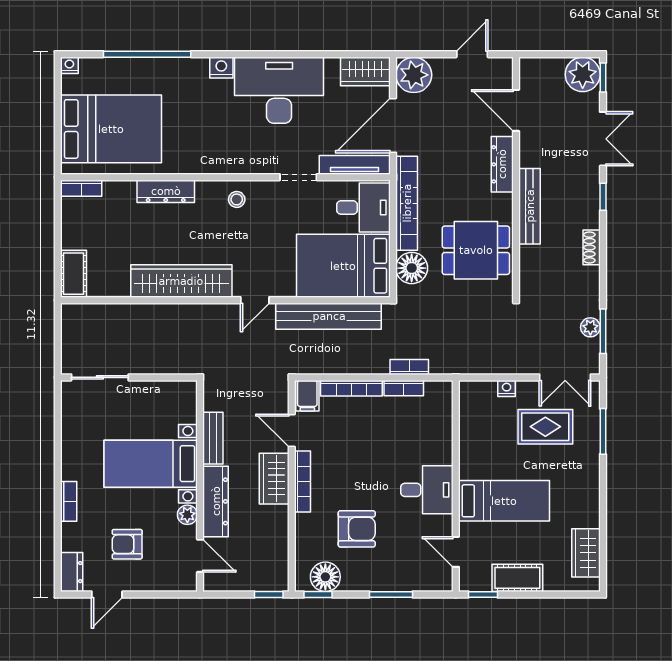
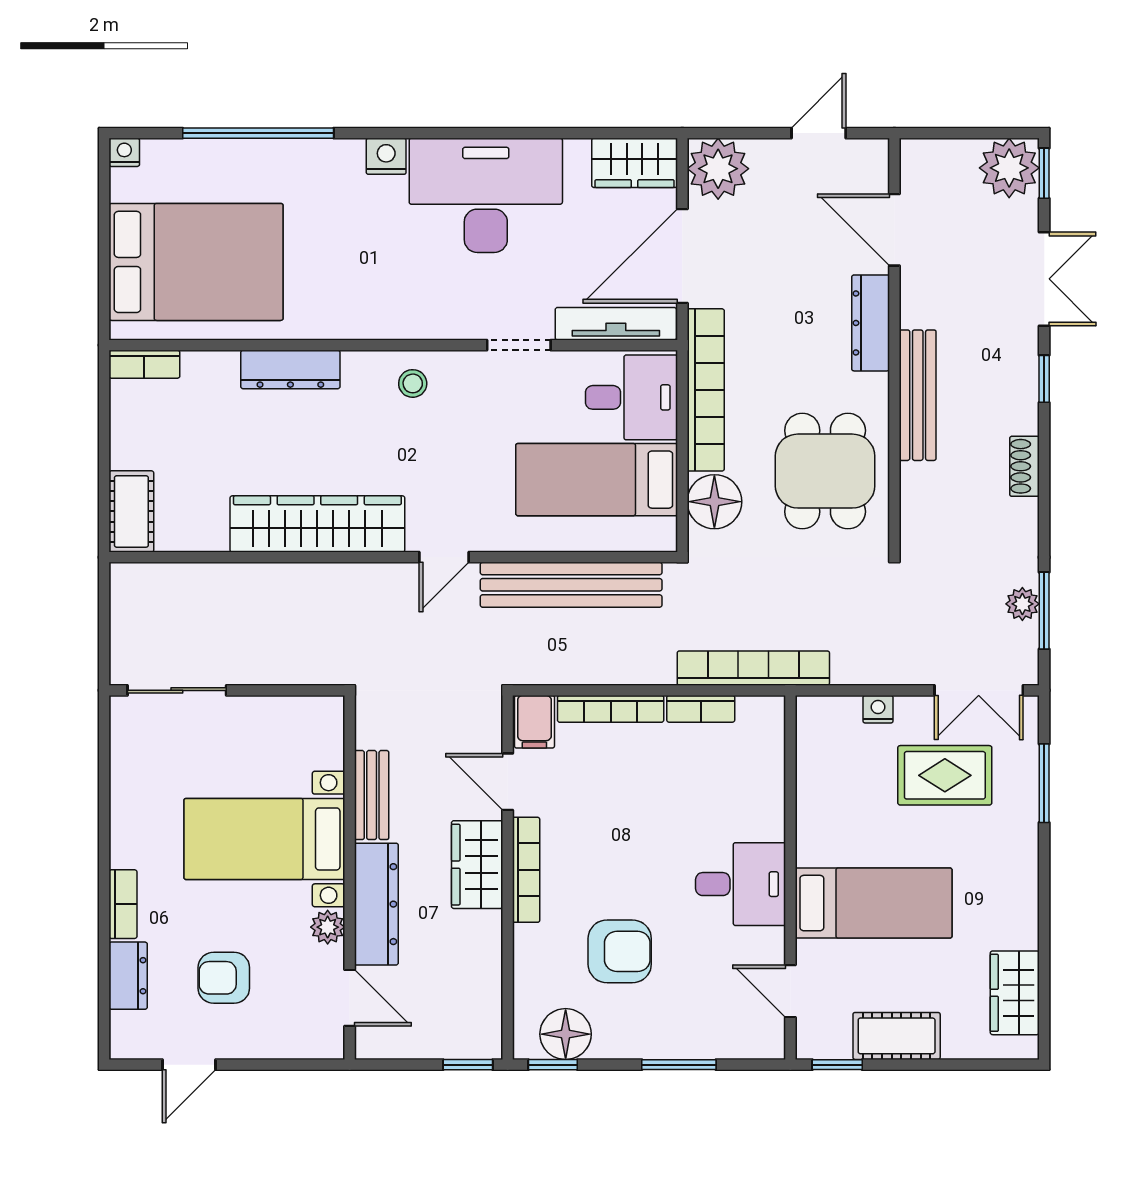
dining table: (476, 250) -> (825, 471), turned 90
bed: (343, 266) -> (597, 480), width x0.67
bookcase: (409, 367) -> (753, 668), width x2.31, depth x1.31
dresser: (72, 572) -> (128, 976), moved

